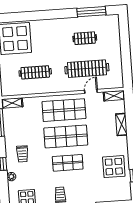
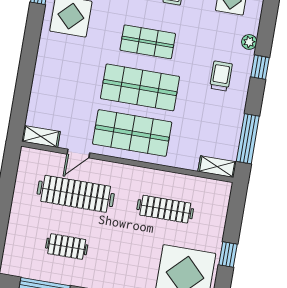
shelving: (121, 124) -> (40, 85), removed

